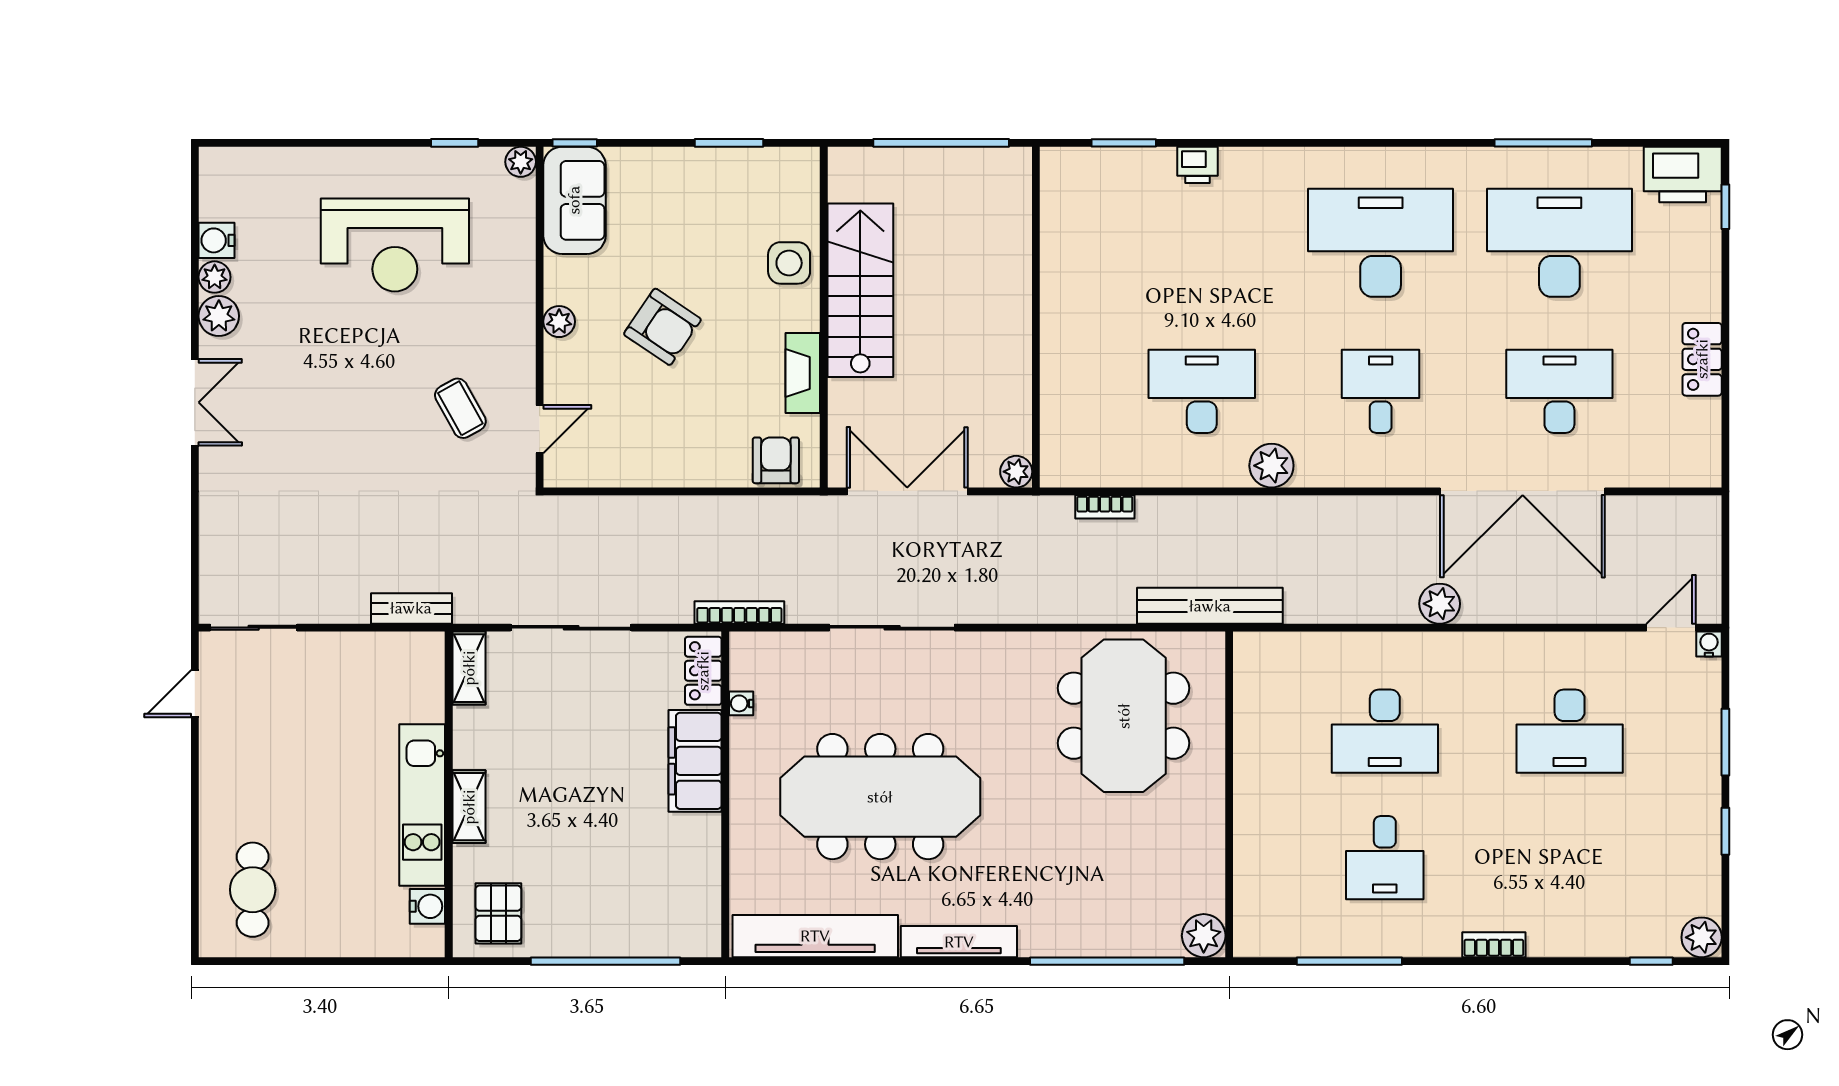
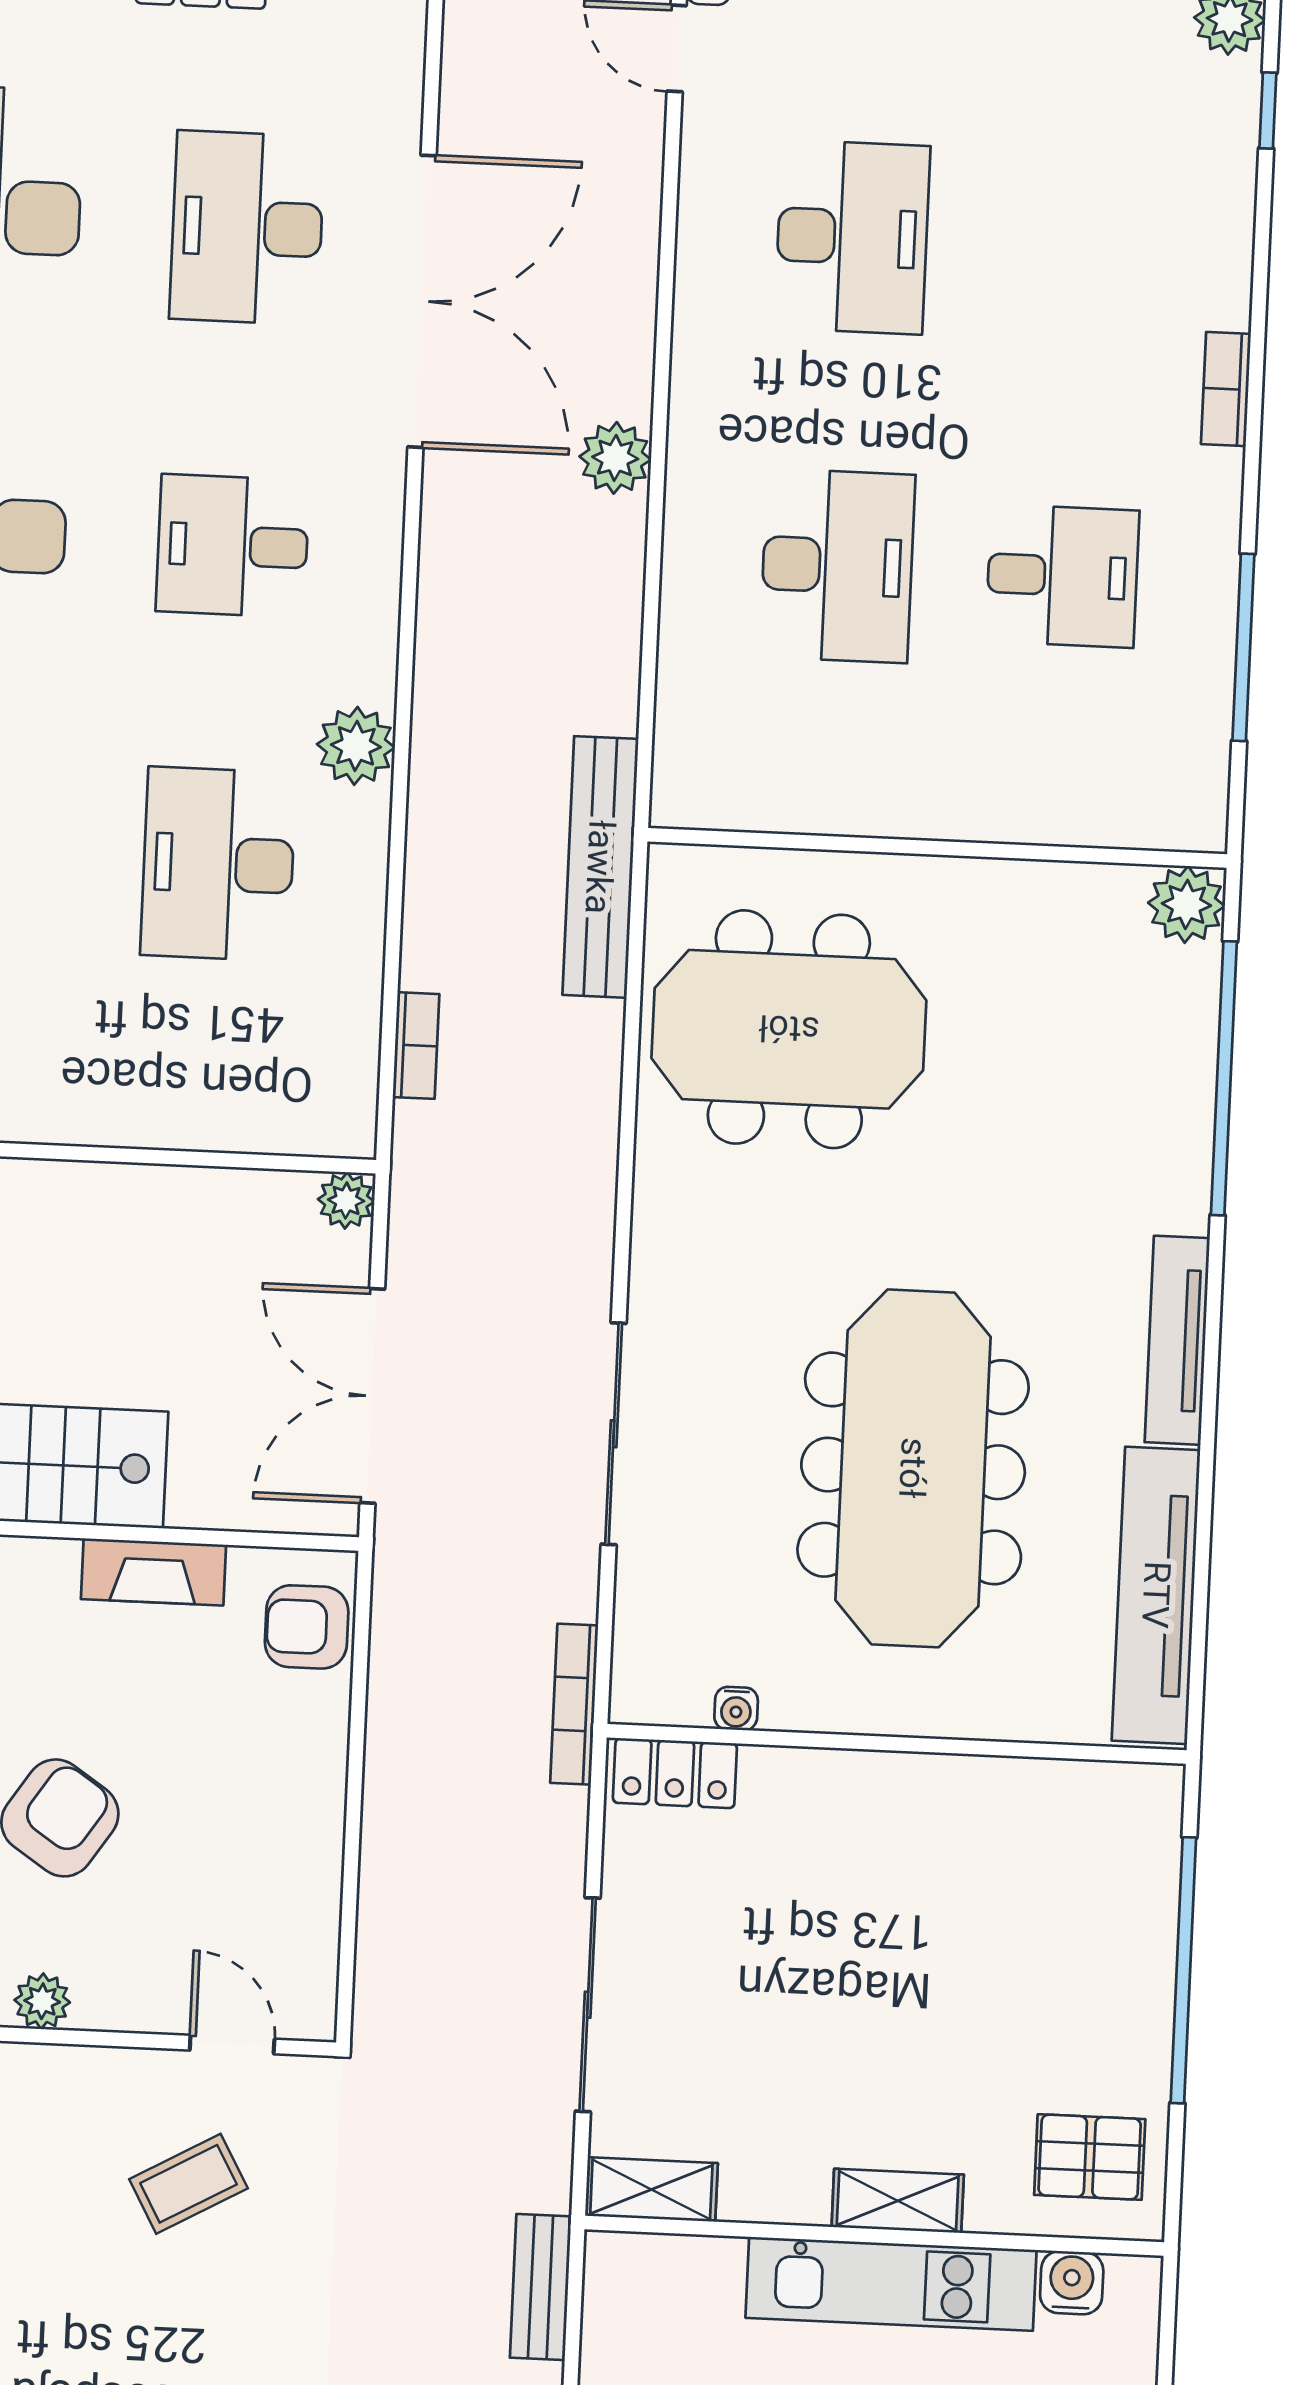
filing cabinet: (695, 761) -> (834, 1795), removed

